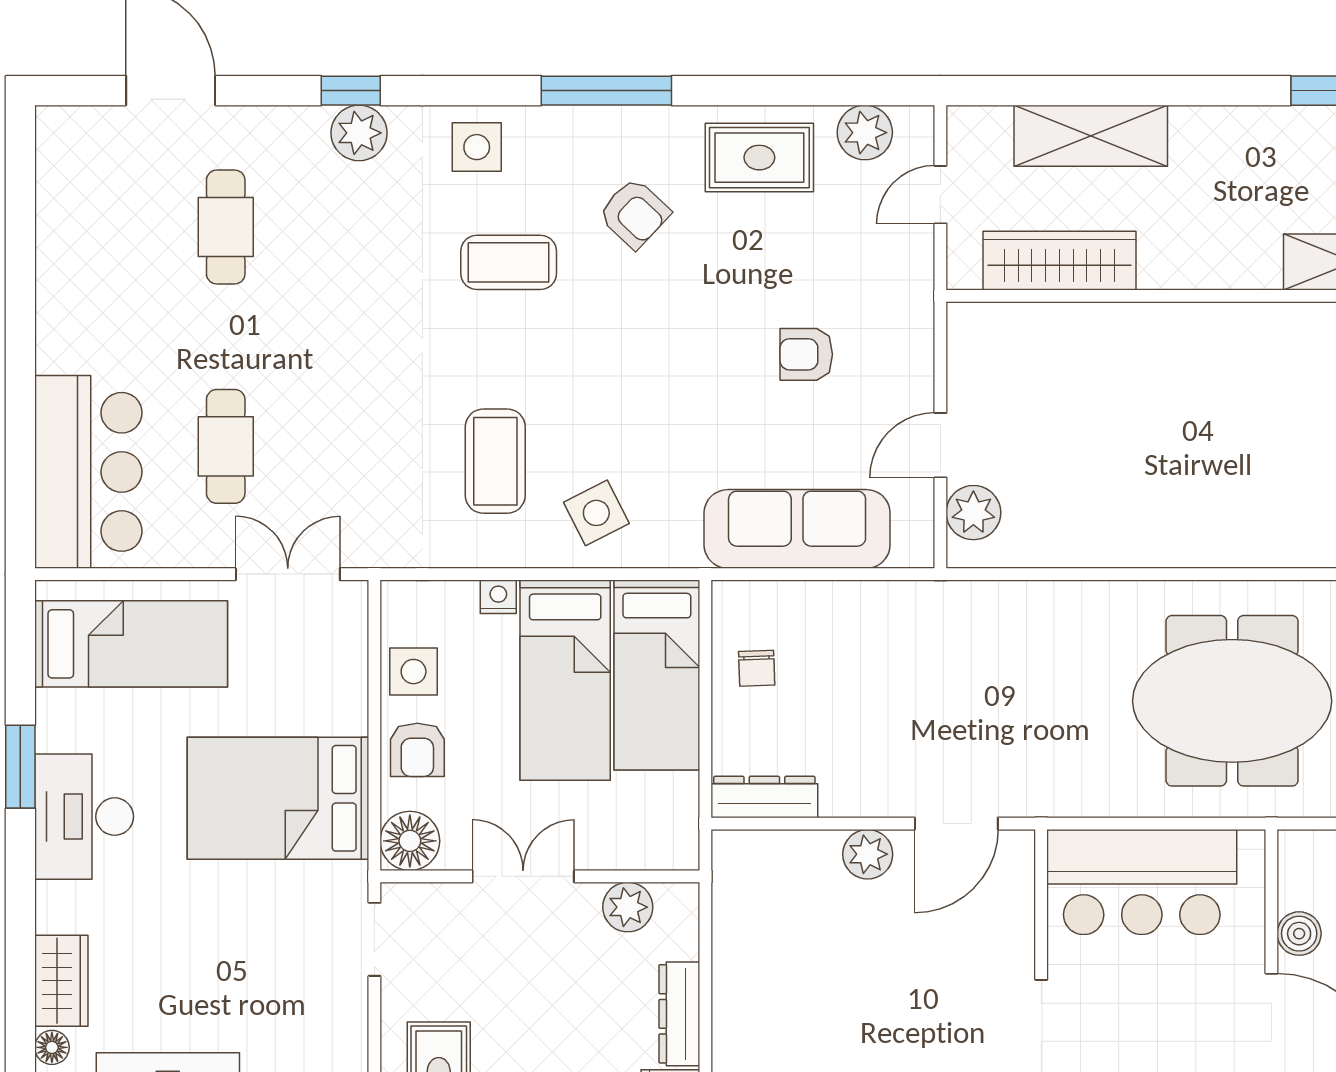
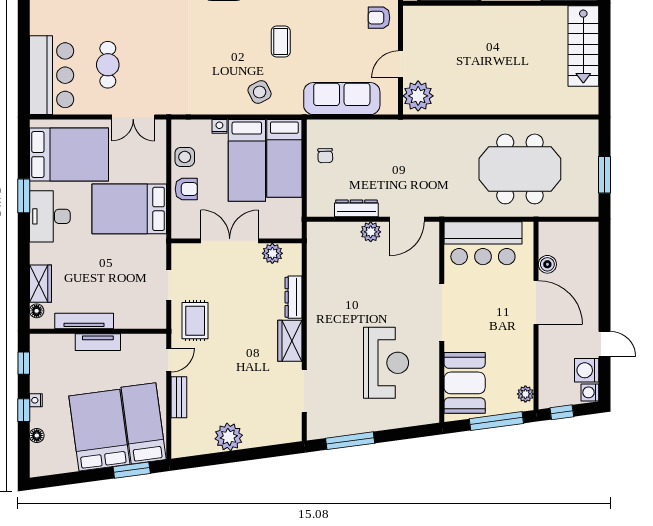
armchair: (806, 354) -> (379, 18), moved
coffee table: (495, 461) -> (281, 42), moved, width x0.73, depth x0.77
plant: (973, 513) -> (418, 96), width x1.36, depth x1.36
double door: (288, 574) -> (133, 117), swing flipped
bed: (131, 644) -> (69, 155), width x1.50
armchair: (417, 750) -> (186, 189), turned -90
dresser: (764, 797) -> (356, 208), moved
floor lamp: (410, 841) -> (183, 226), removed
double door: (523, 876) -> (230, 241), width x1.37
doorway: (374, 939) -> (169, 285), moved

